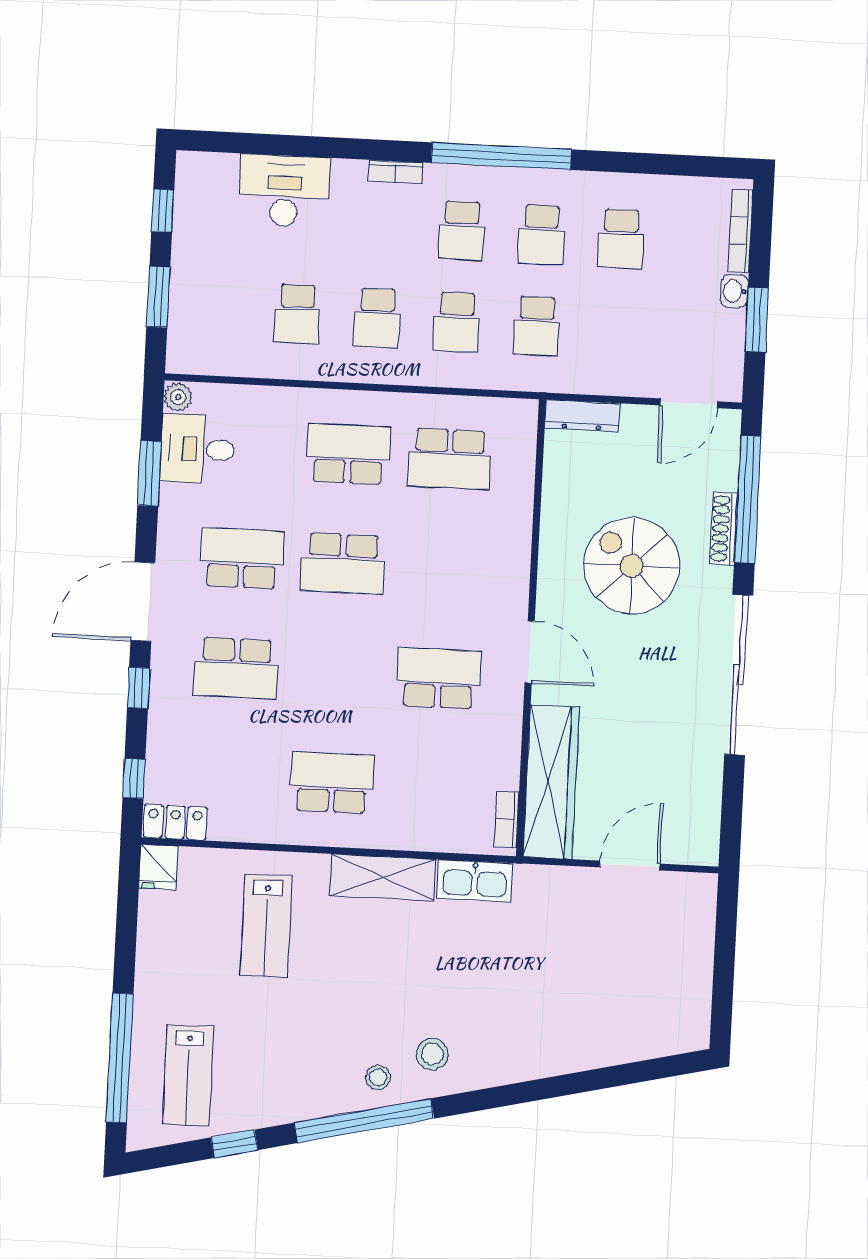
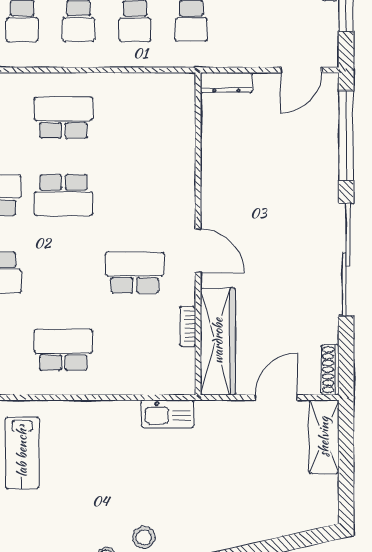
school desk: (450, 459) -> (135, 118), removed
shoe rack: (723, 529) -> (330, 370), moved
spiral stairs: (632, 566) -> (267, 186), removed
bookcase: (507, 819) -> (188, 326), moved
shelving: (383, 877) -> (324, 437), moved, turned 90

